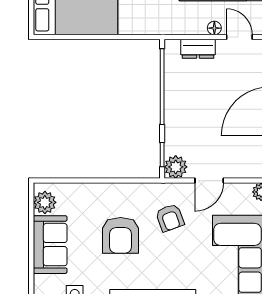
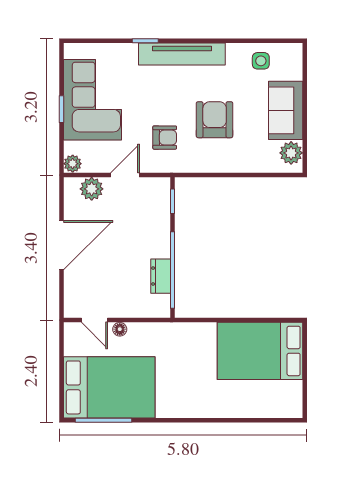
dresser: (198, 49) -> (161, 276), moved, turned -90
plant: (176, 167) -> (92, 189), moved
armchair: (170, 218) -> (165, 138), turned 110

